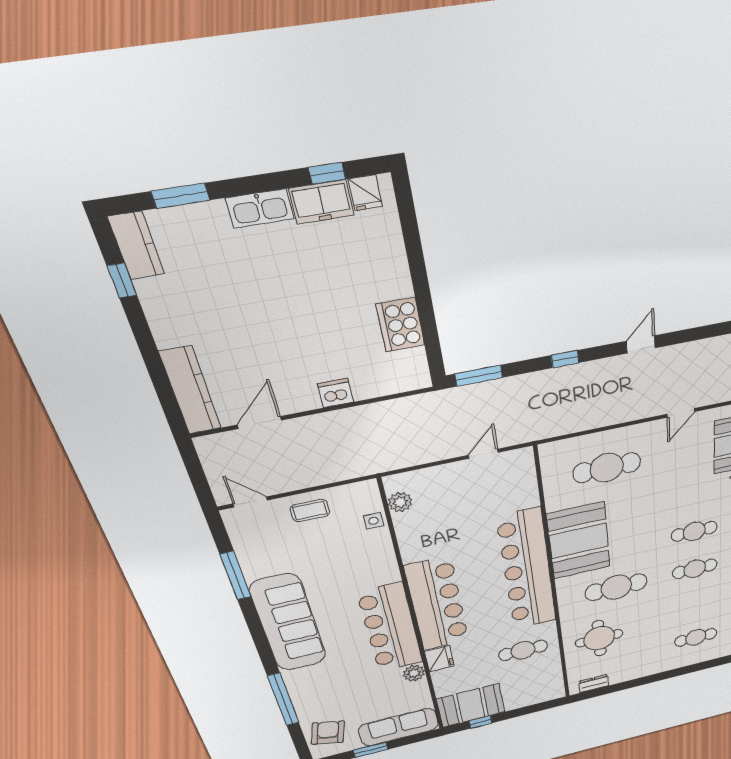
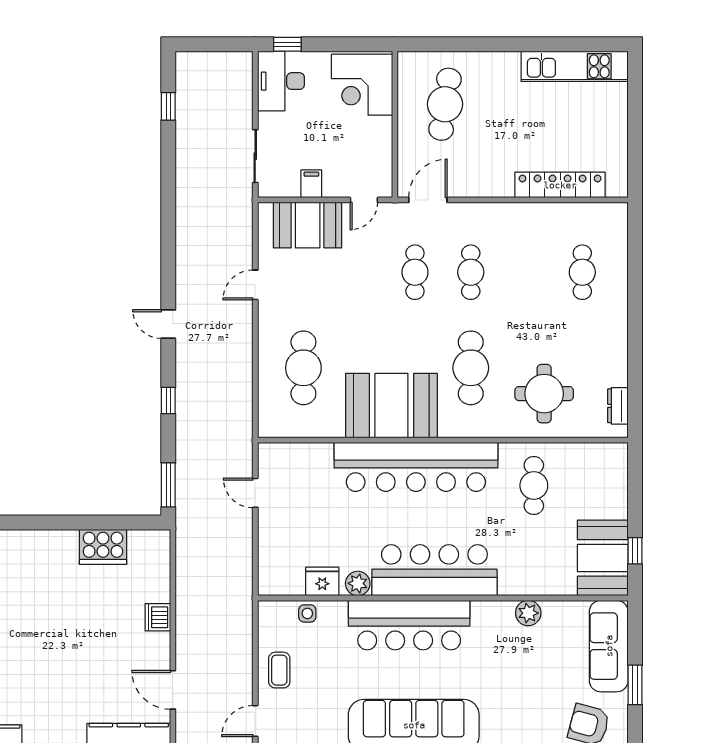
door: (681, 413) -> (255, 285), swing flipped
plant: (400, 502) -> (358, 583), moved
bar counter: (390, 628) -> (409, 625), moved
fridge: (439, 659) -> (322, 581), moved

